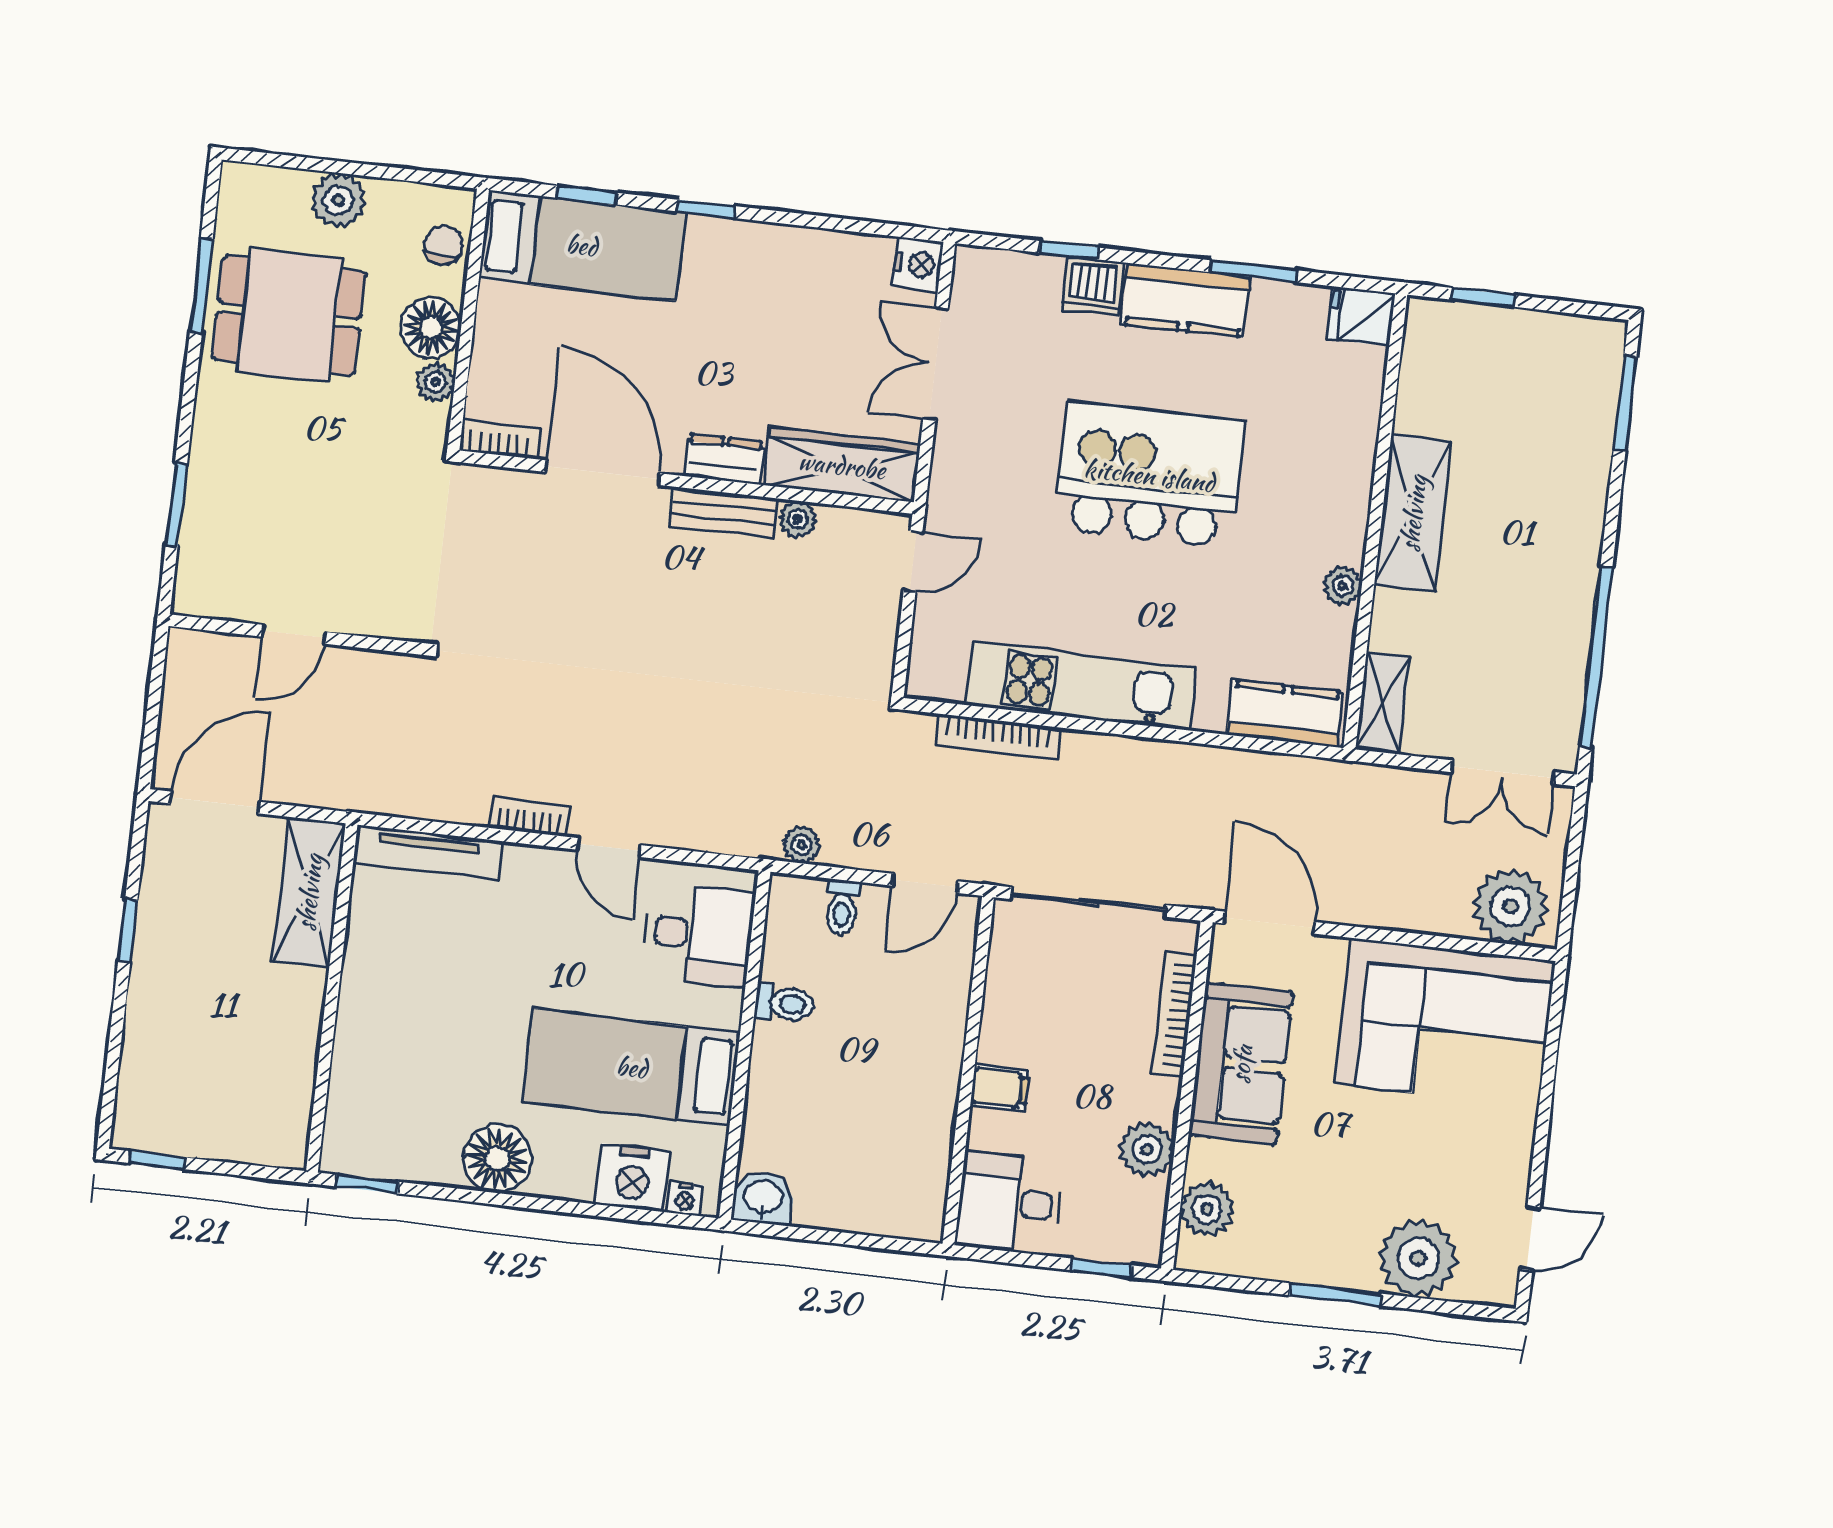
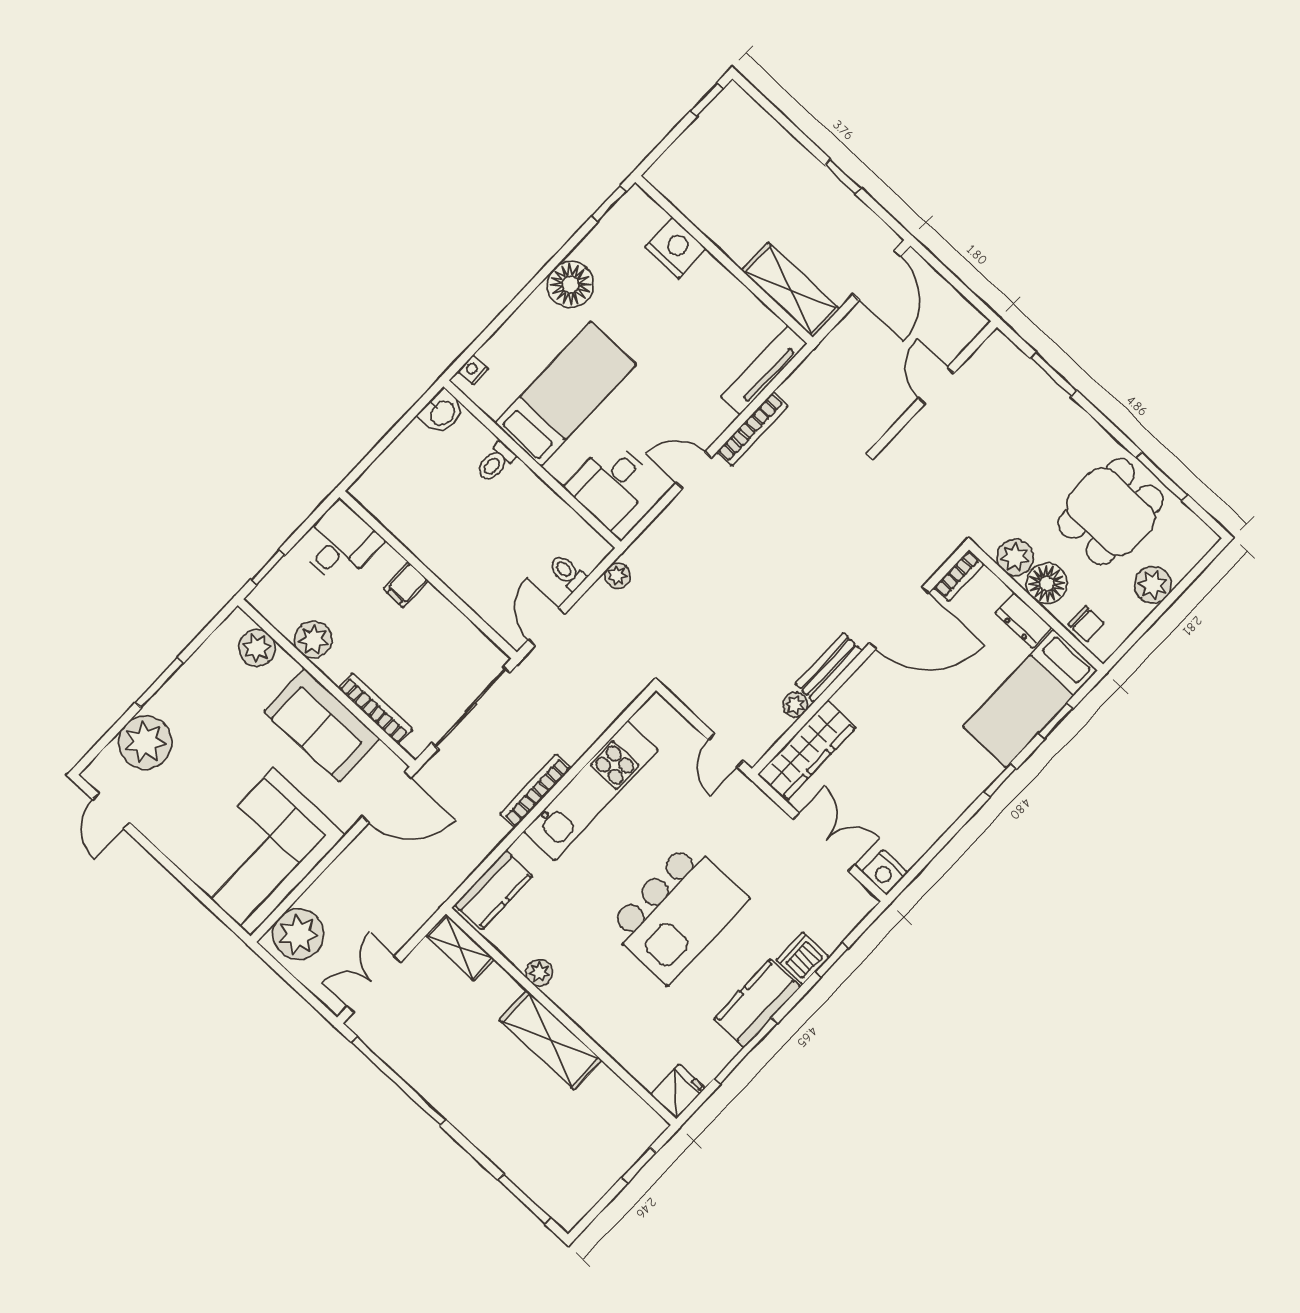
window: (1253, 271) -> (746, 1051), width x1.44
plant: (436, 382) -> (1015, 557), width x1.38, depth x1.38
dresser: (724, 459) -> (1023, 620), moved, turned 90
bookcase: (998, 736) -> (536, 791), moved
bookcase: (530, 817) -> (752, 429), width x1.56
toilet: (785, 1003) -> (496, 462), moved
nightstand: (632, 1178) -> (676, 248), moved, turned 90

